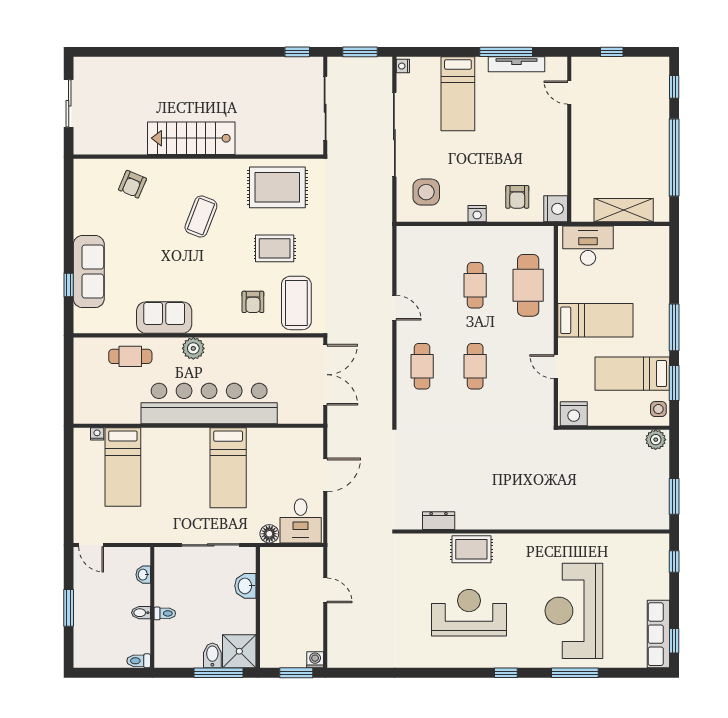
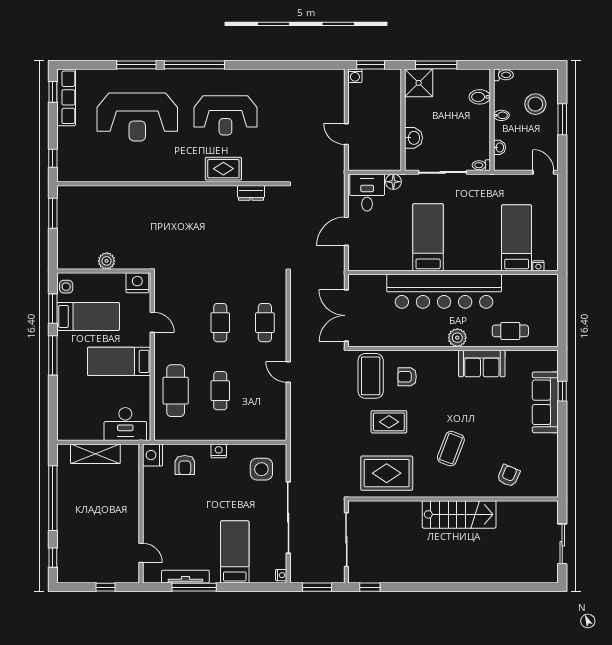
armchair: (517, 197) -> (185, 465), turned 180
armchair: (253, 302) -> (407, 377), turned -90
plant: (656, 440) -> (107, 261), moved
reception desk: (574, 611) -> (137, 117), turned 90
toilet: (165, 613) -> (481, 165), moved
stool: (101, 626) -> (535, 104), added
bidet: (212, 655) -> (480, 97), moved, turned 90
window: (506, 673) -> (194, 65), width x3.17

